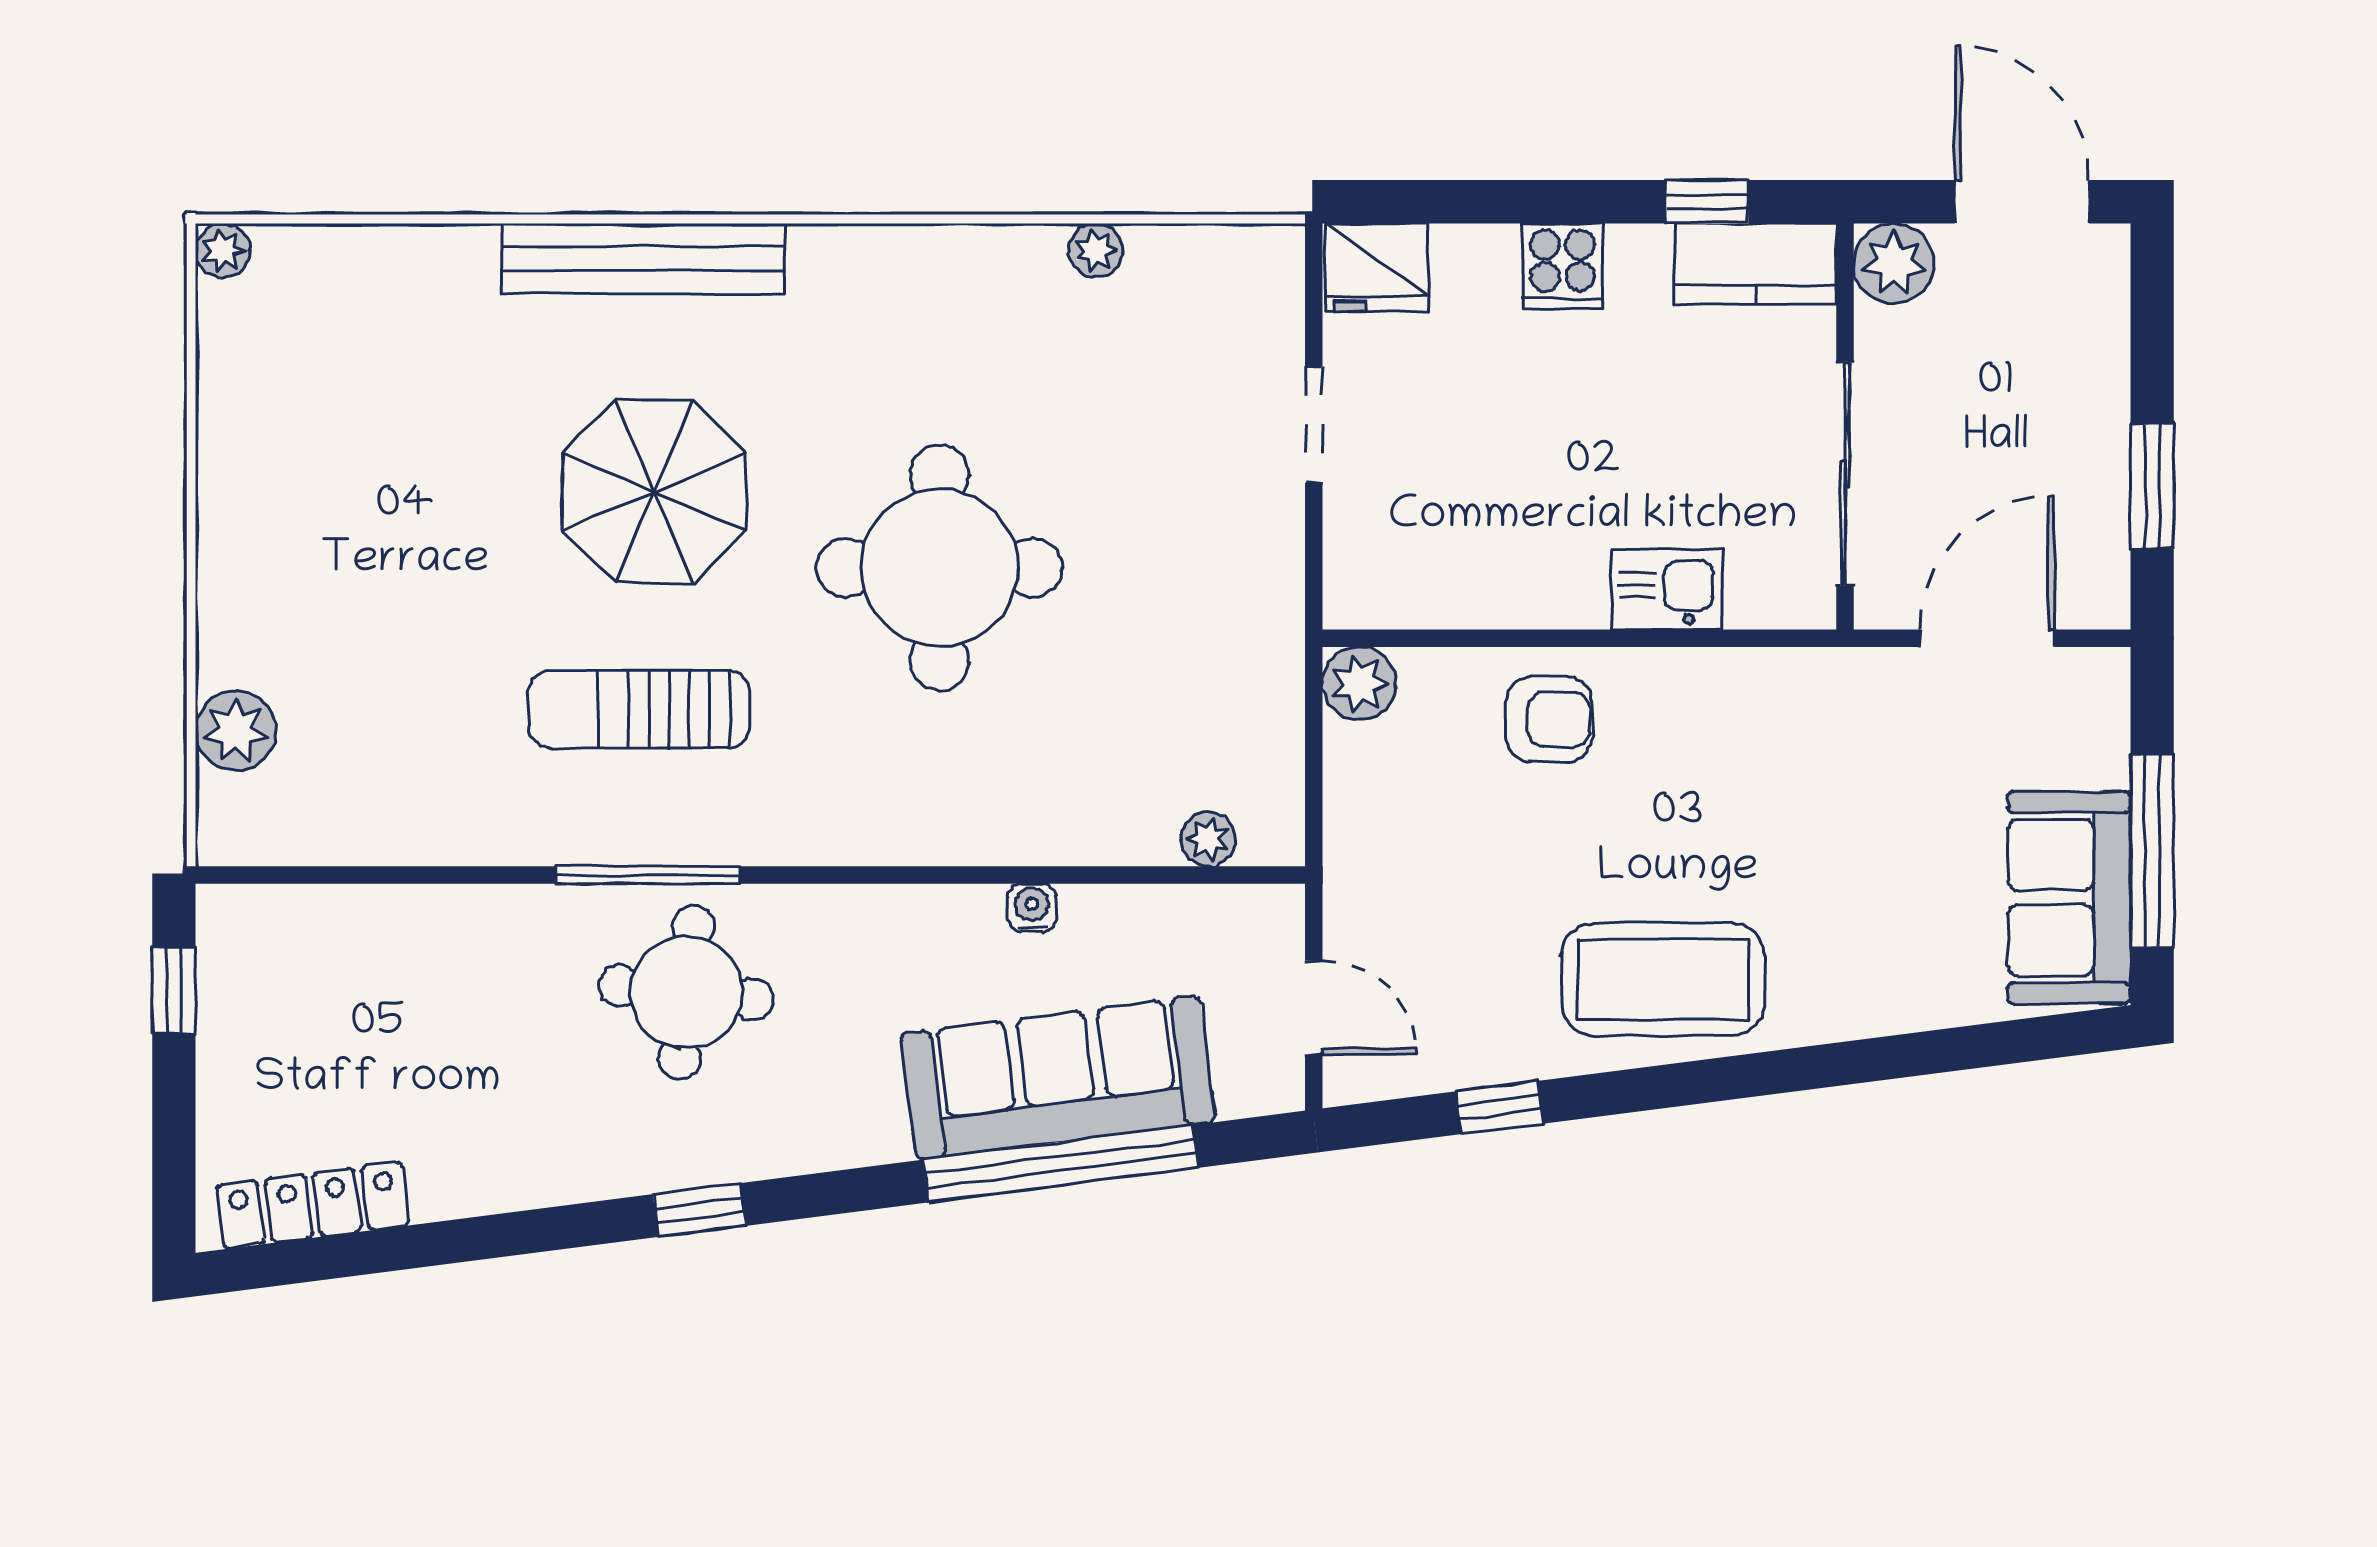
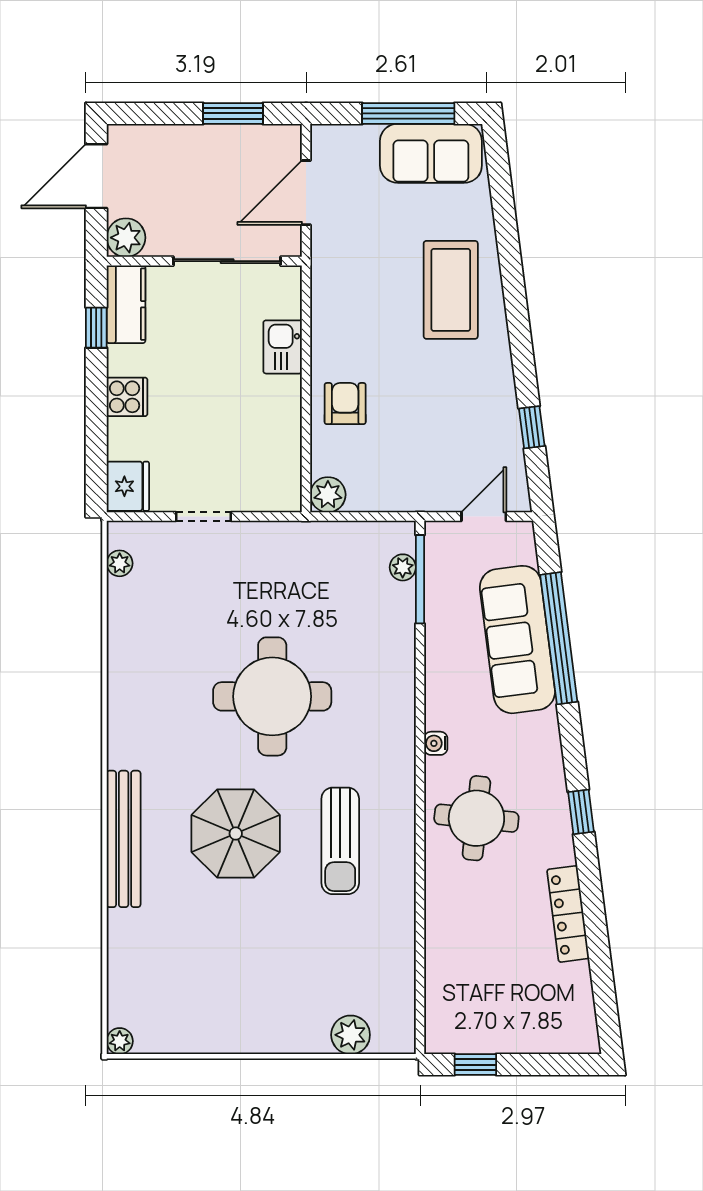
plant: (1096, 250) -> (120, 563), moved
door: (1987, 638) -> (306, 193), hinge flipped
window: (648, 875) -> (420, 579), moved
water cooler: (1032, 908) -> (436, 743), moved
coffee table: (1663, 979) -> (451, 290), moved
locker: (313, 1205) -> (568, 914), moved

